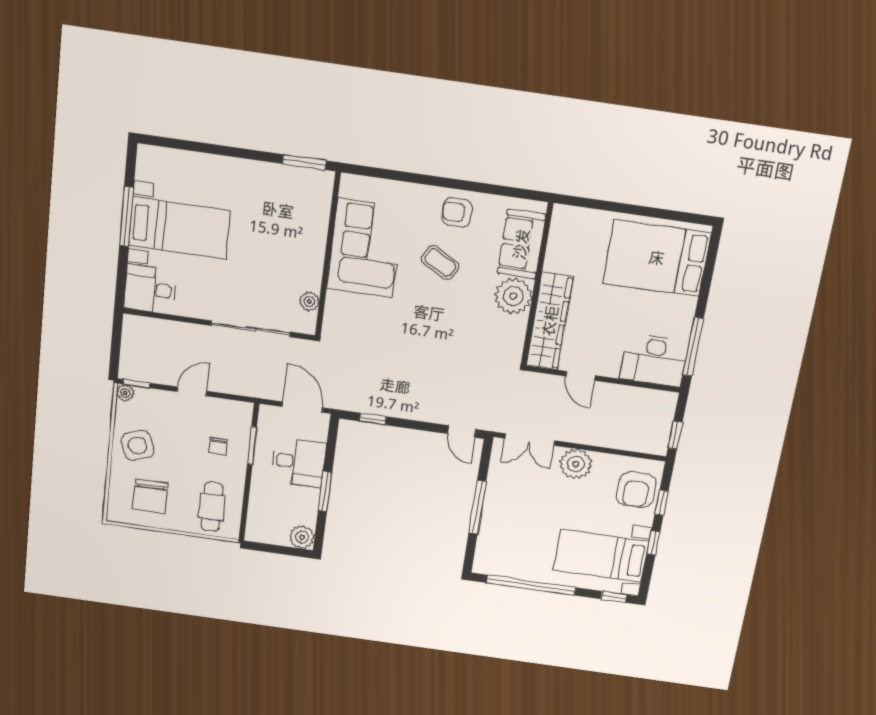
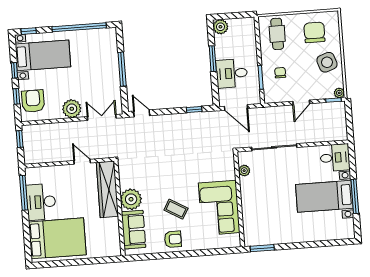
desk: (654, 360) -> (41, 202), moved, turned -90

